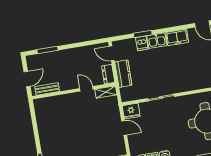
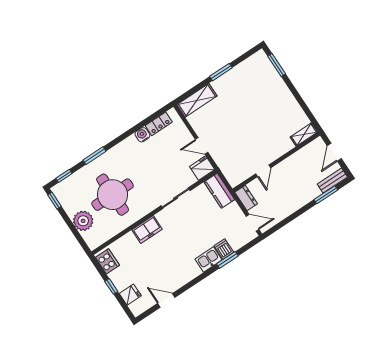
freezer: (177, 37) -> (147, 229), moved, turned 180
kitchen counter: (123, 74) -> (219, 191), moved
bench: (47, 89) -> (332, 181), moved
door: (86, 89) -> (263, 171), hinge flipped
shelving: (106, 92) -> (304, 135), moved

